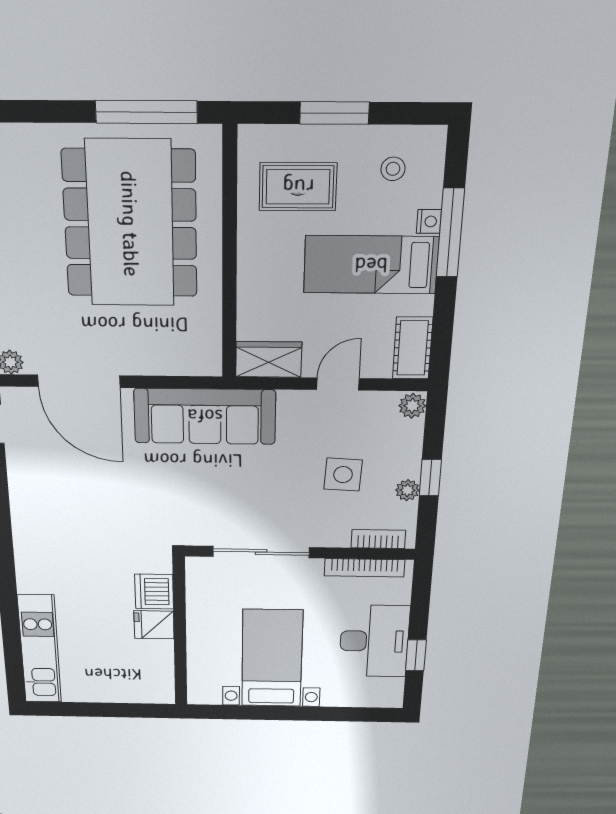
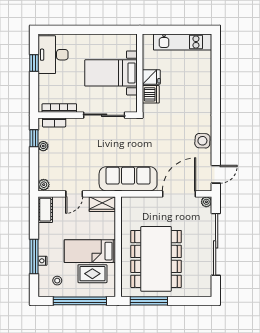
window: (334, 113) -> (80, 301), width x2.11
bed: (371, 265) -> (90, 251), moved, turned 180
door: (79, 381) -> (179, 194), hinge flipped
side table: (343, 475) -> (202, 141), moved
window: (430, 478) -> (34, 138), moved
desk: (374, 641) -> (53, 55), moved
kitchen unit: (40, 649) -> (183, 42), moved, turned -90
bed with nightstands: (272, 658) -> (111, 73), moved, turned 90

